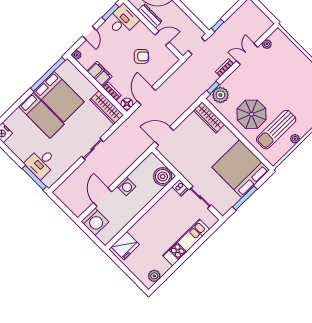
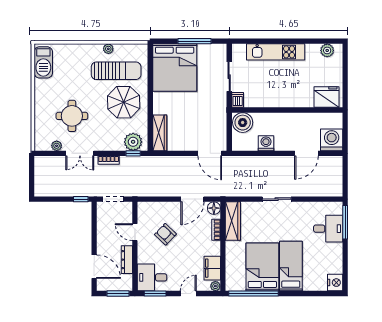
round table: (276, 73) -> (72, 116), added
filing cabinet: (99, 74) -> (212, 268), moved
washing machine: (126, 186) -> (266, 143), moved

